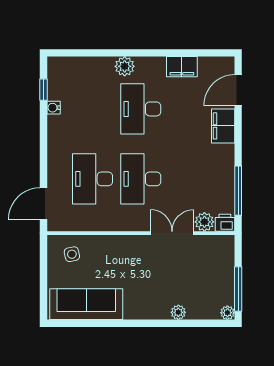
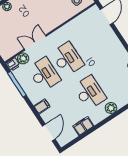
filing cabinet: (223, 126) -> (42, 106), width x0.50
desk: (92, 179) -> (44, 74), moved
double door: (172, 233) -> (35, 43), swing flipped

